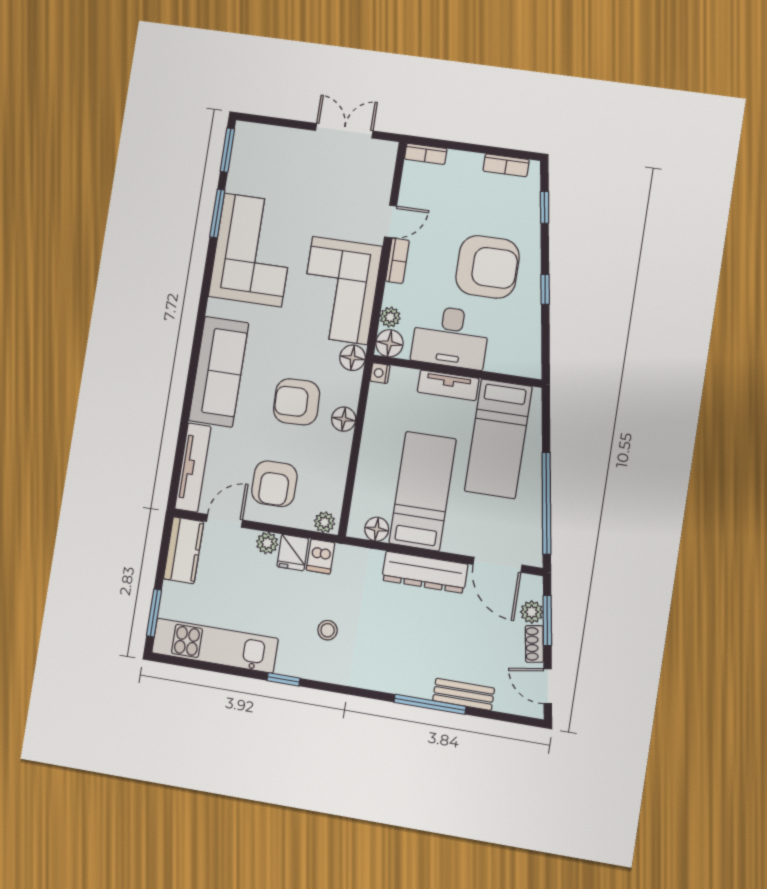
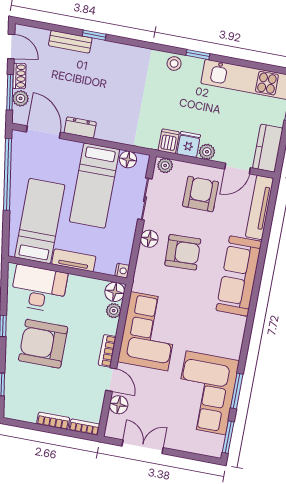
double door: (344, 131) -> (143, 447), swing flipped
bookcase: (506, 165) -> (53, 421), moved
door: (391, 221) -> (111, 379), swing flipped
corner sofa: (253, 250) -> (206, 393), moved
desk: (450, 337) -> (39, 289), moved
floor lamp: (353, 358) -> (119, 405), moved
sliding door: (351, 474) -> (145, 199), added
dresser: (425, 572) -> (80, 128), width x0.51, depth x0.80
stool: (328, 630) -> (174, 63), moved
window: (430, 704) -> (94, 35), width x0.46

